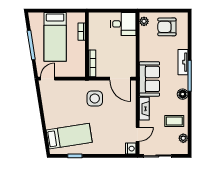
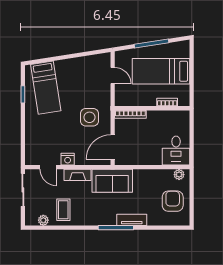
door: (48, 79) -> (113, 76), moved
floor lamp: (183, 94) -> (95, 219), removed
nightstand: (131, 149) -> (68, 159), moved

